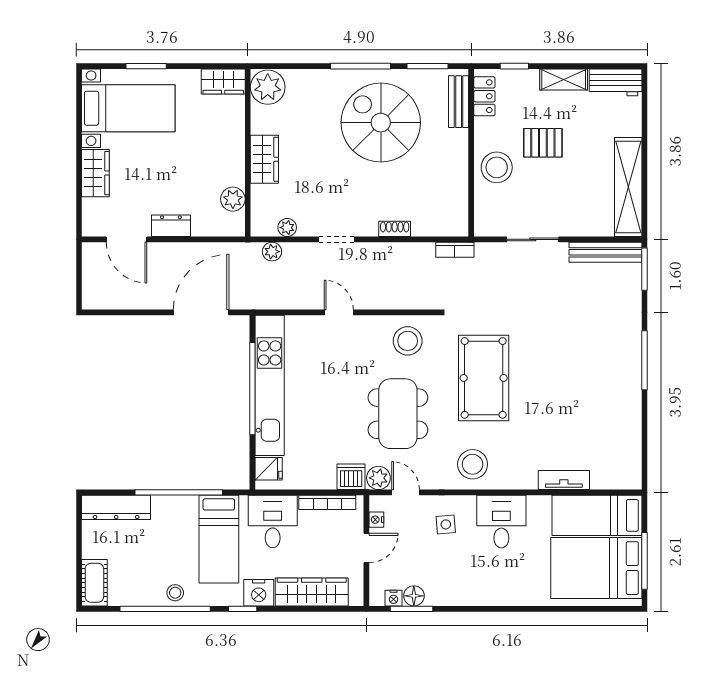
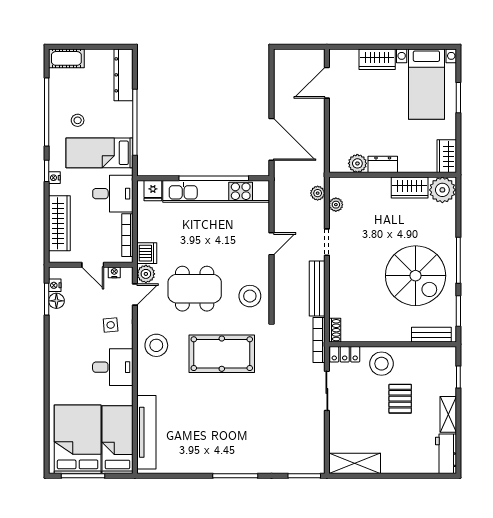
locker: (484, 96) -> (345, 354), moved
spiral stairs: (381, 123) -> (416, 276), turned 90
wardrobe: (264, 159) -> (410, 187), moved
shelving: (628, 187) -> (355, 463), width x0.68
dresser: (171, 226) -> (383, 164), moved, turned -90
shoe rack: (395, 229) -> (335, 330), moved
bookcase: (455, 250) -> (319, 340), width x1.56
bench: (605, 252) -> (317, 288), moved
tv unit: (564, 480) -> (146, 432), width x1.92, depth x1.29
stool: (175, 593) -> (78, 120), moved
nightstand: (259, 593) -> (54, 178), width x0.53, depth x0.56

